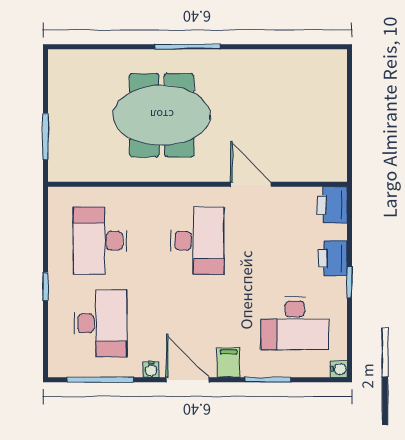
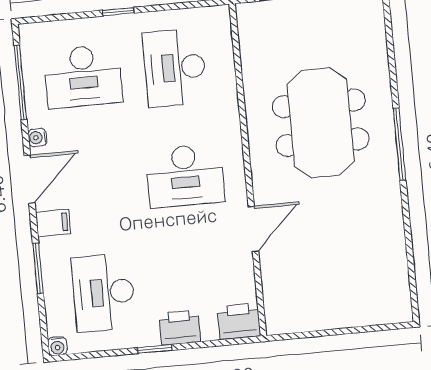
desk: (100, 241) -> (175, 68), turned -90

